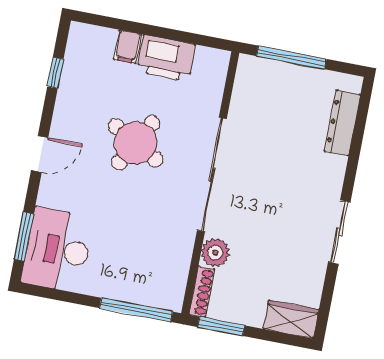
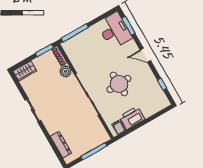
filing cabinet: (127, 47) -> (119, 127), moved
round table: (136, 143) -> (119, 84), turned -31
door: (40, 154) -> (145, 55), hinge flipped

